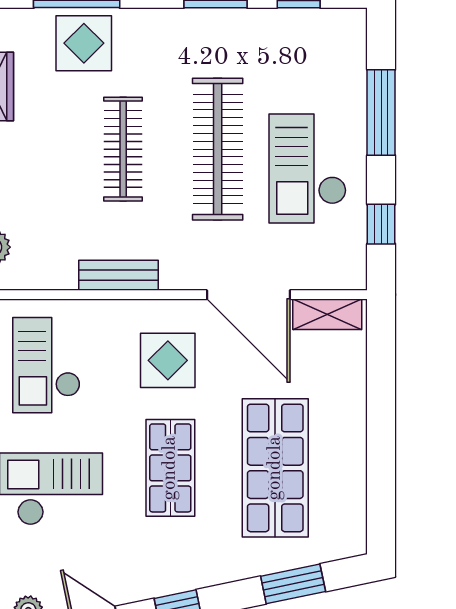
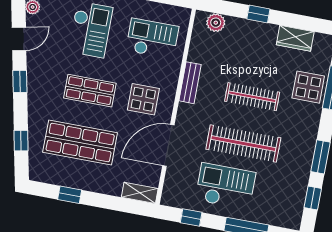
shelving: (327, 314) -> (140, 193), moved, turned 90
window: (381, 469) -> (70, 195), added
window: (293, 584) -> (21, 141), width x0.67

